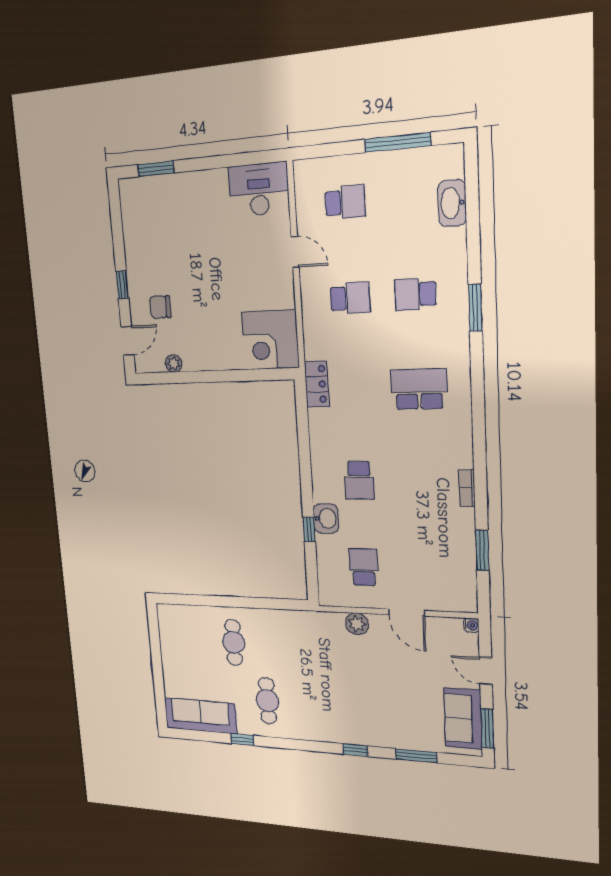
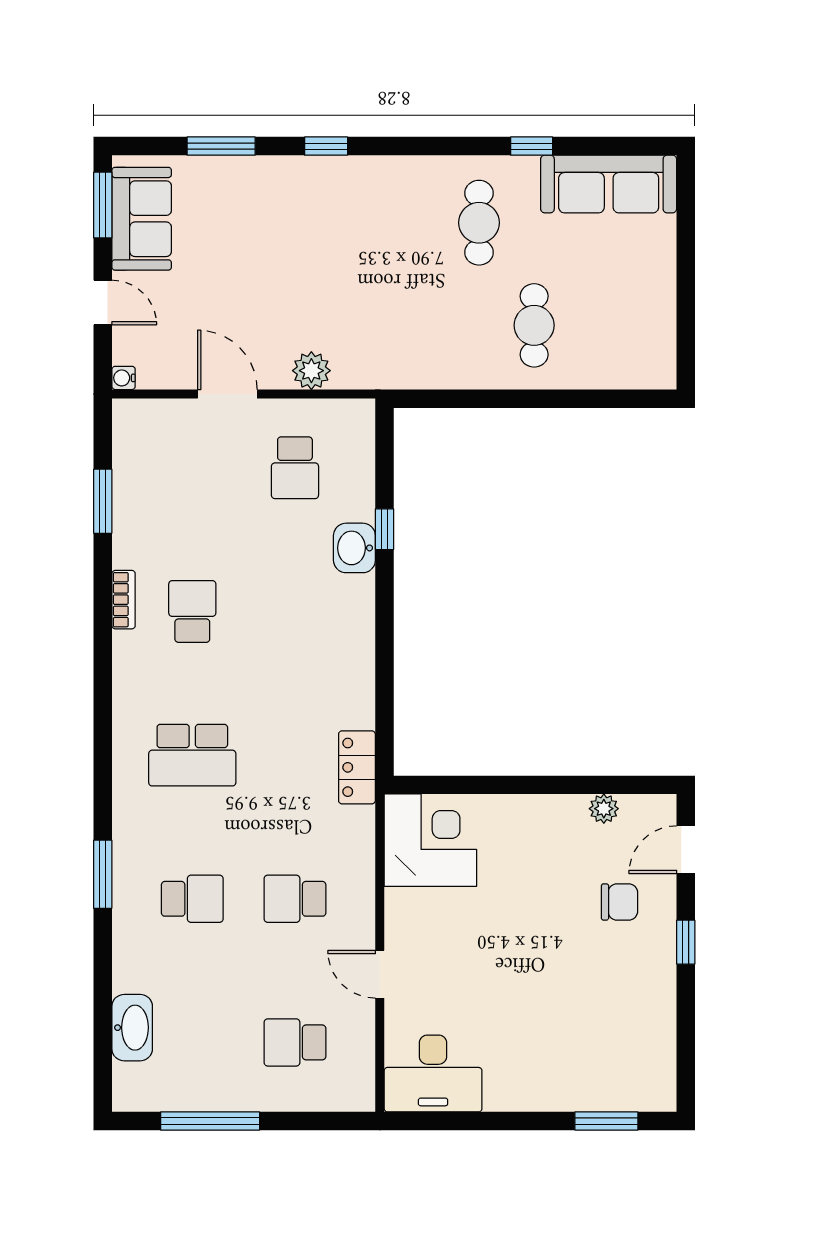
school desk: (359, 480) -> (192, 611), moved

